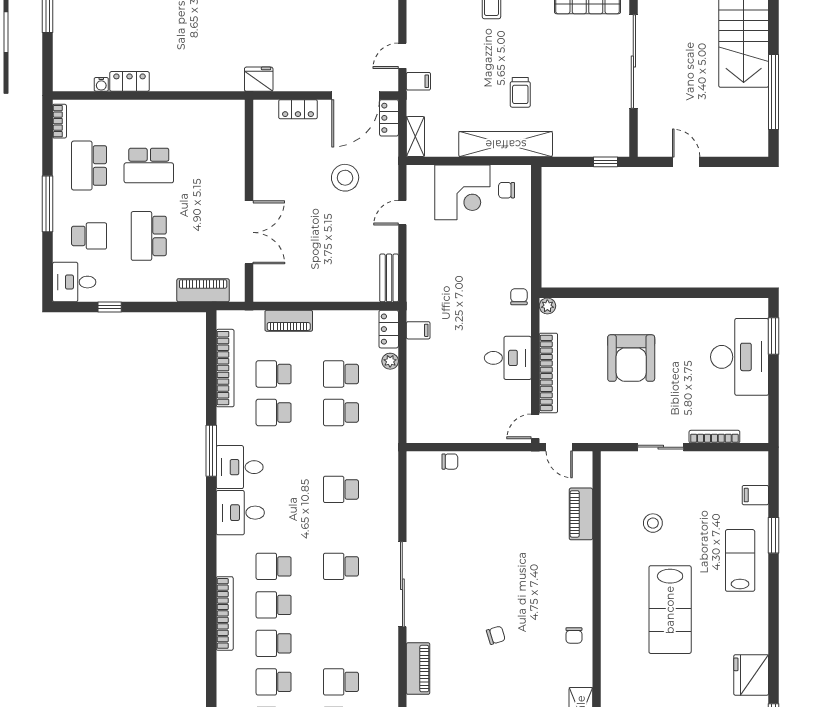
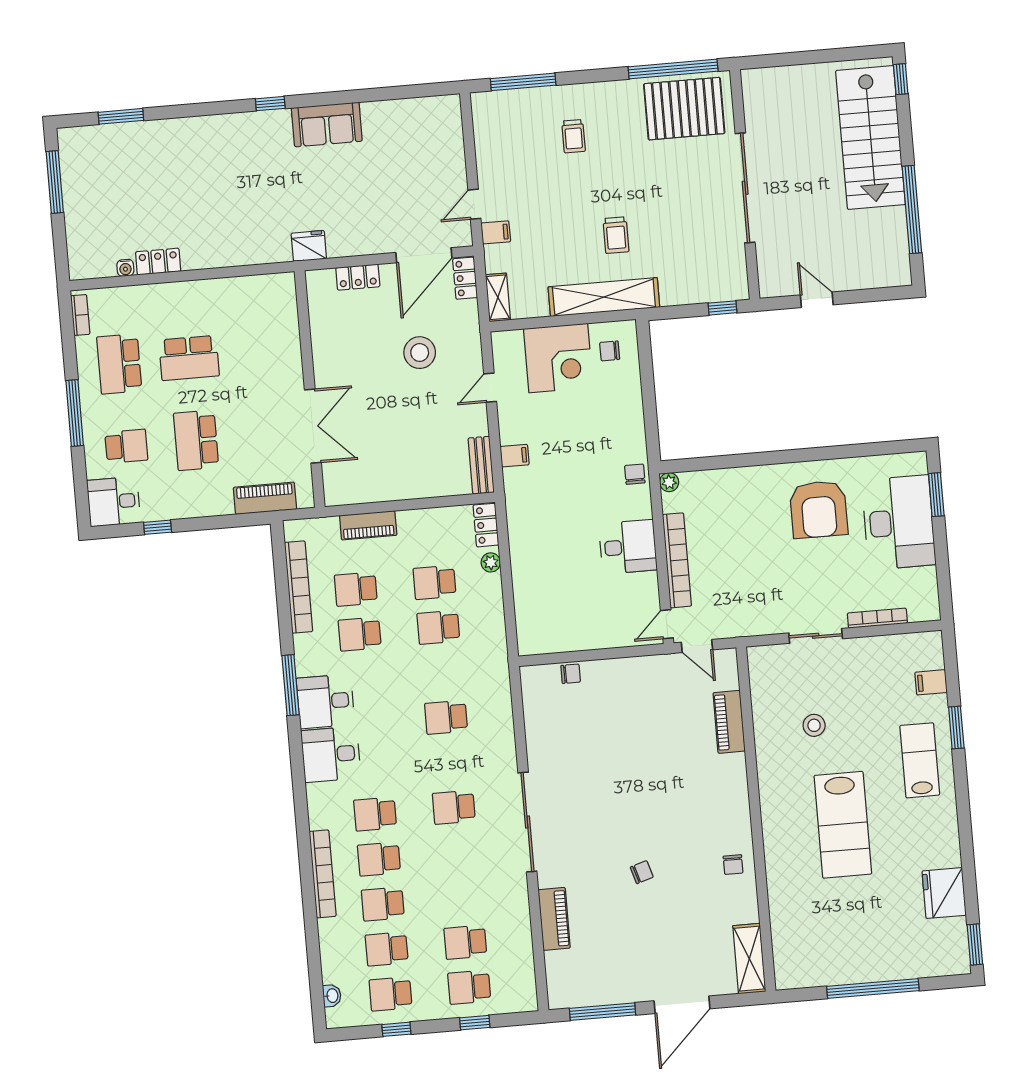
filing cabinet: (418, 330) -> (515, 456), moved
armchair: (631, 358) -> (819, 509), moved

